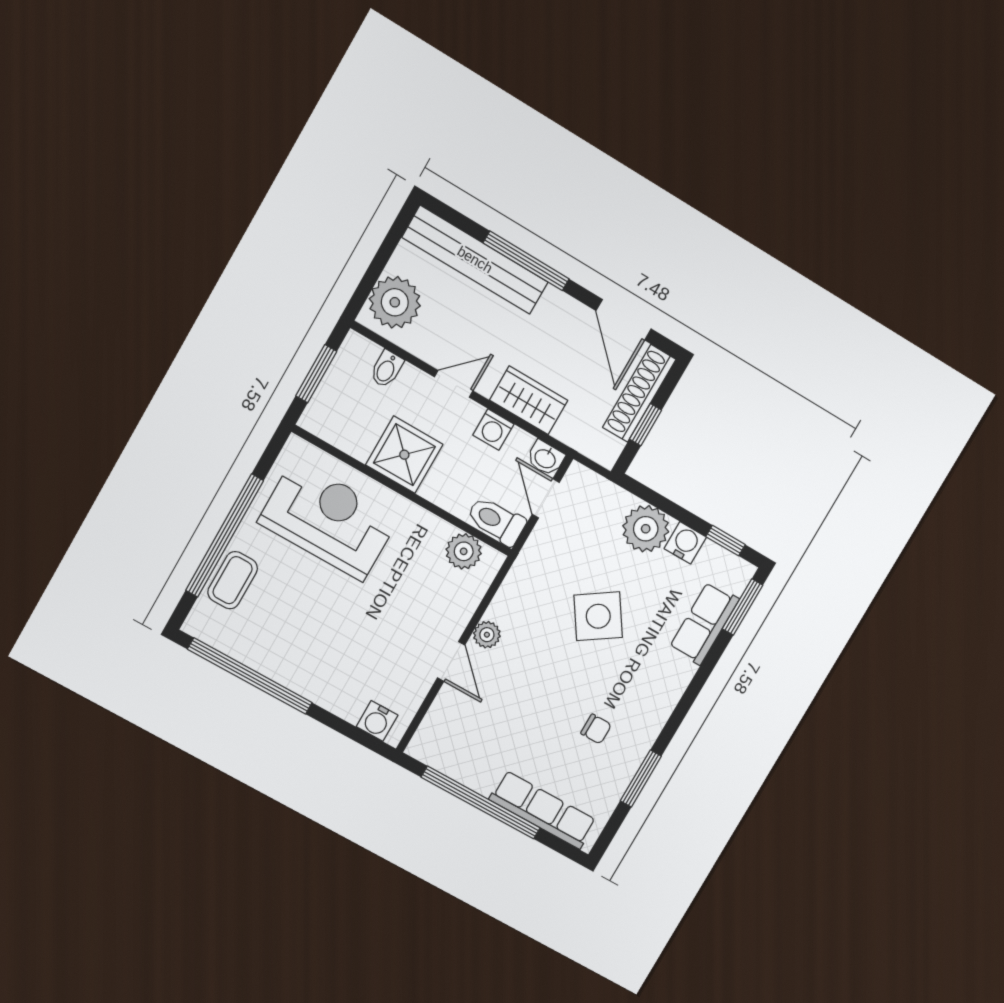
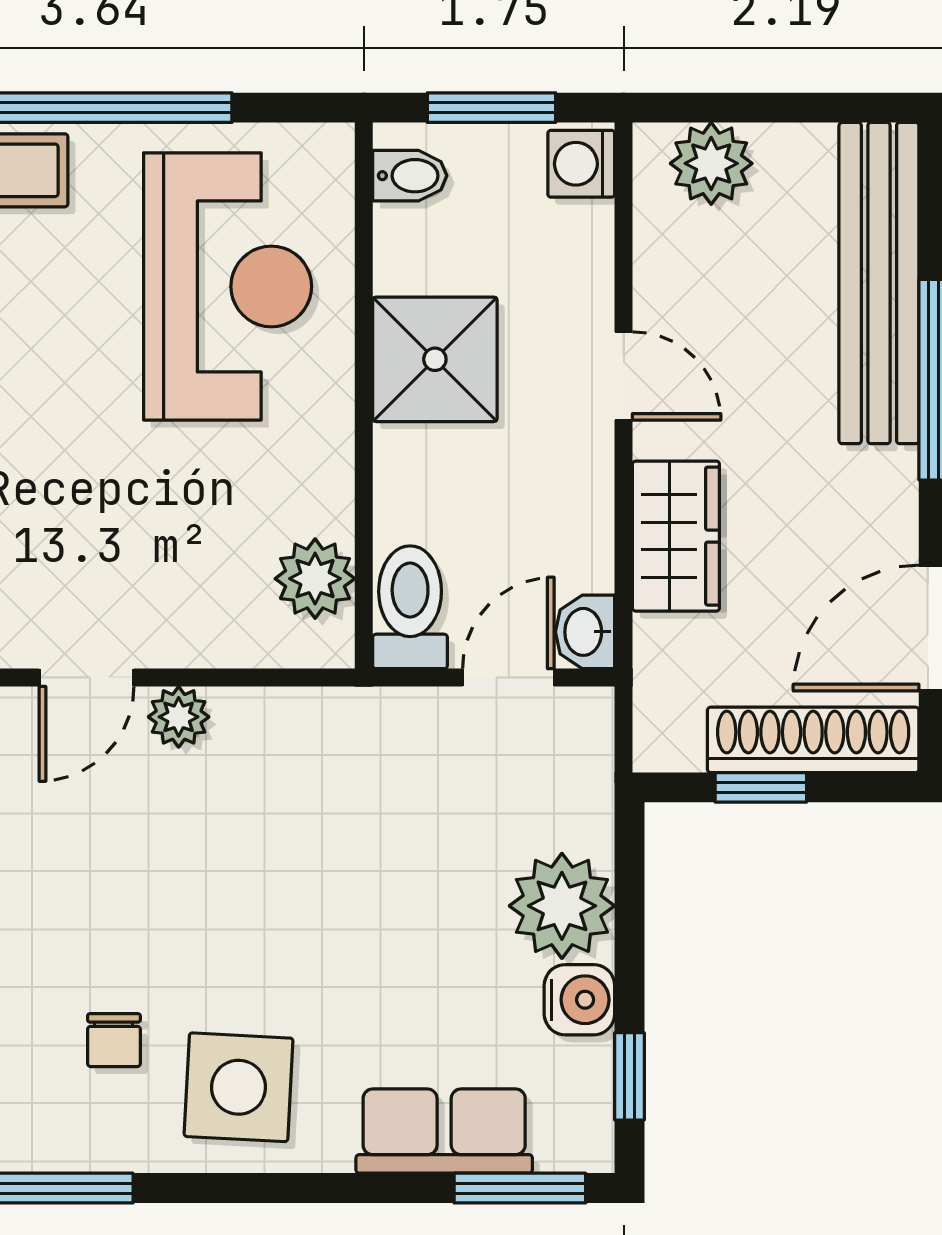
plant: (395, 302) -> (711, 163), width x0.73, depth x0.73
bidet: (387, 369) -> (410, 176), moved, turned 180
washing machine: (493, 430) -> (581, 164), moved
side table: (598, 616) -> (239, 1087), moved, turned 37

